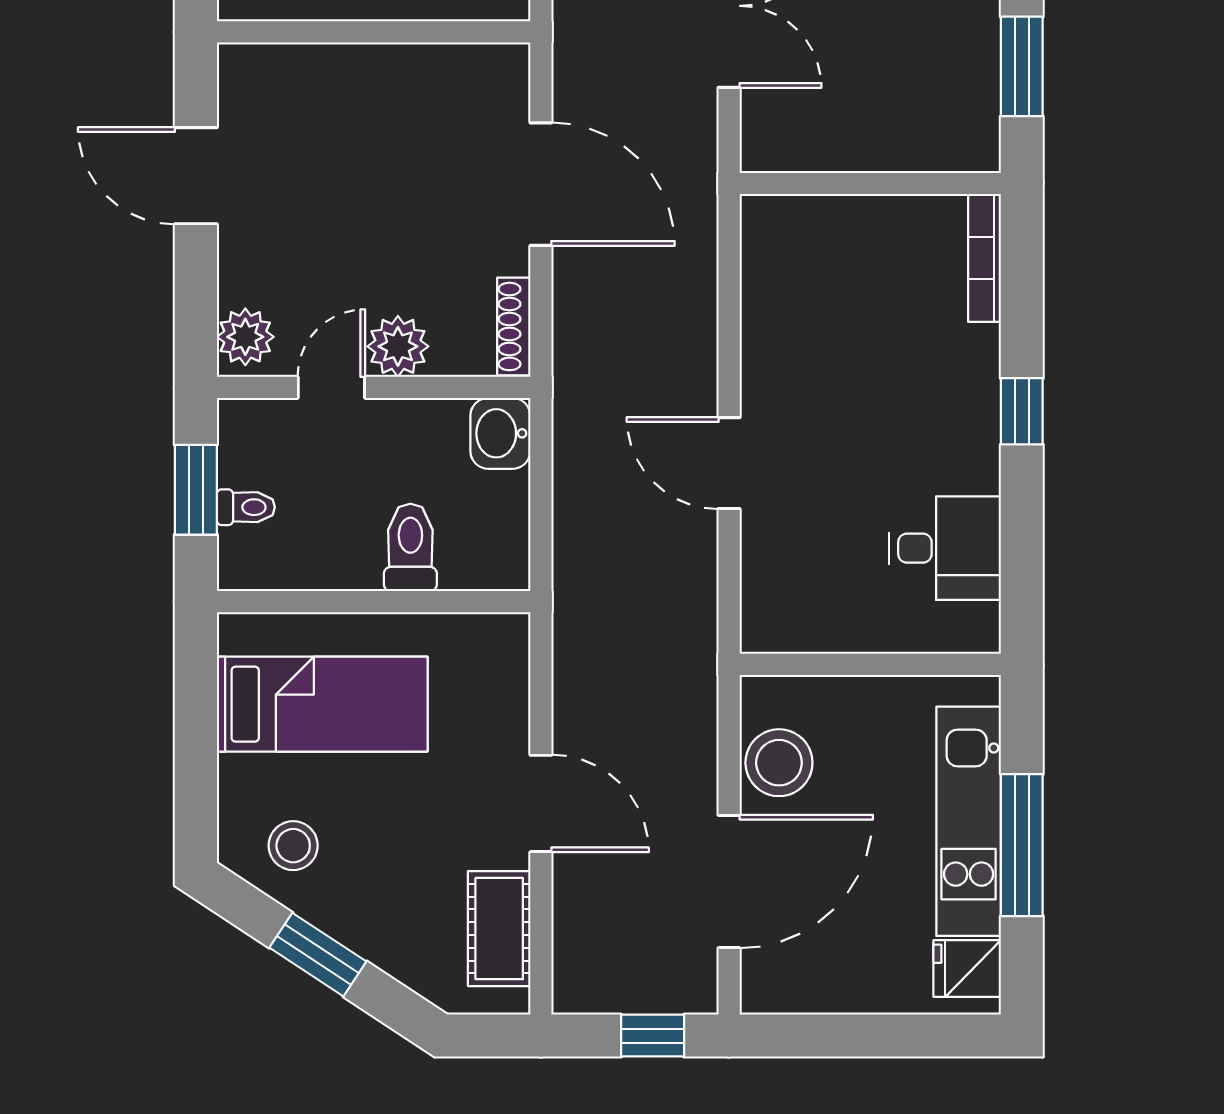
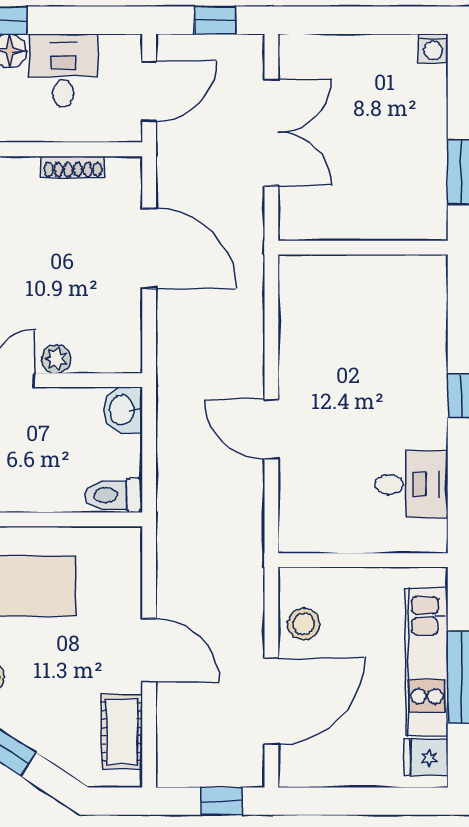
bookcase: (985, 258) -> (437, 296), removed
shoe rack: (514, 326) -> (73, 167), moved, turned -90
plant: (398, 346) -> (56, 359), width x0.73, depth x0.73
toilet: (410, 547) -> (114, 495), moved, turned -90
stool: (779, 763) -> (304, 624), width x0.73, depth x0.73

